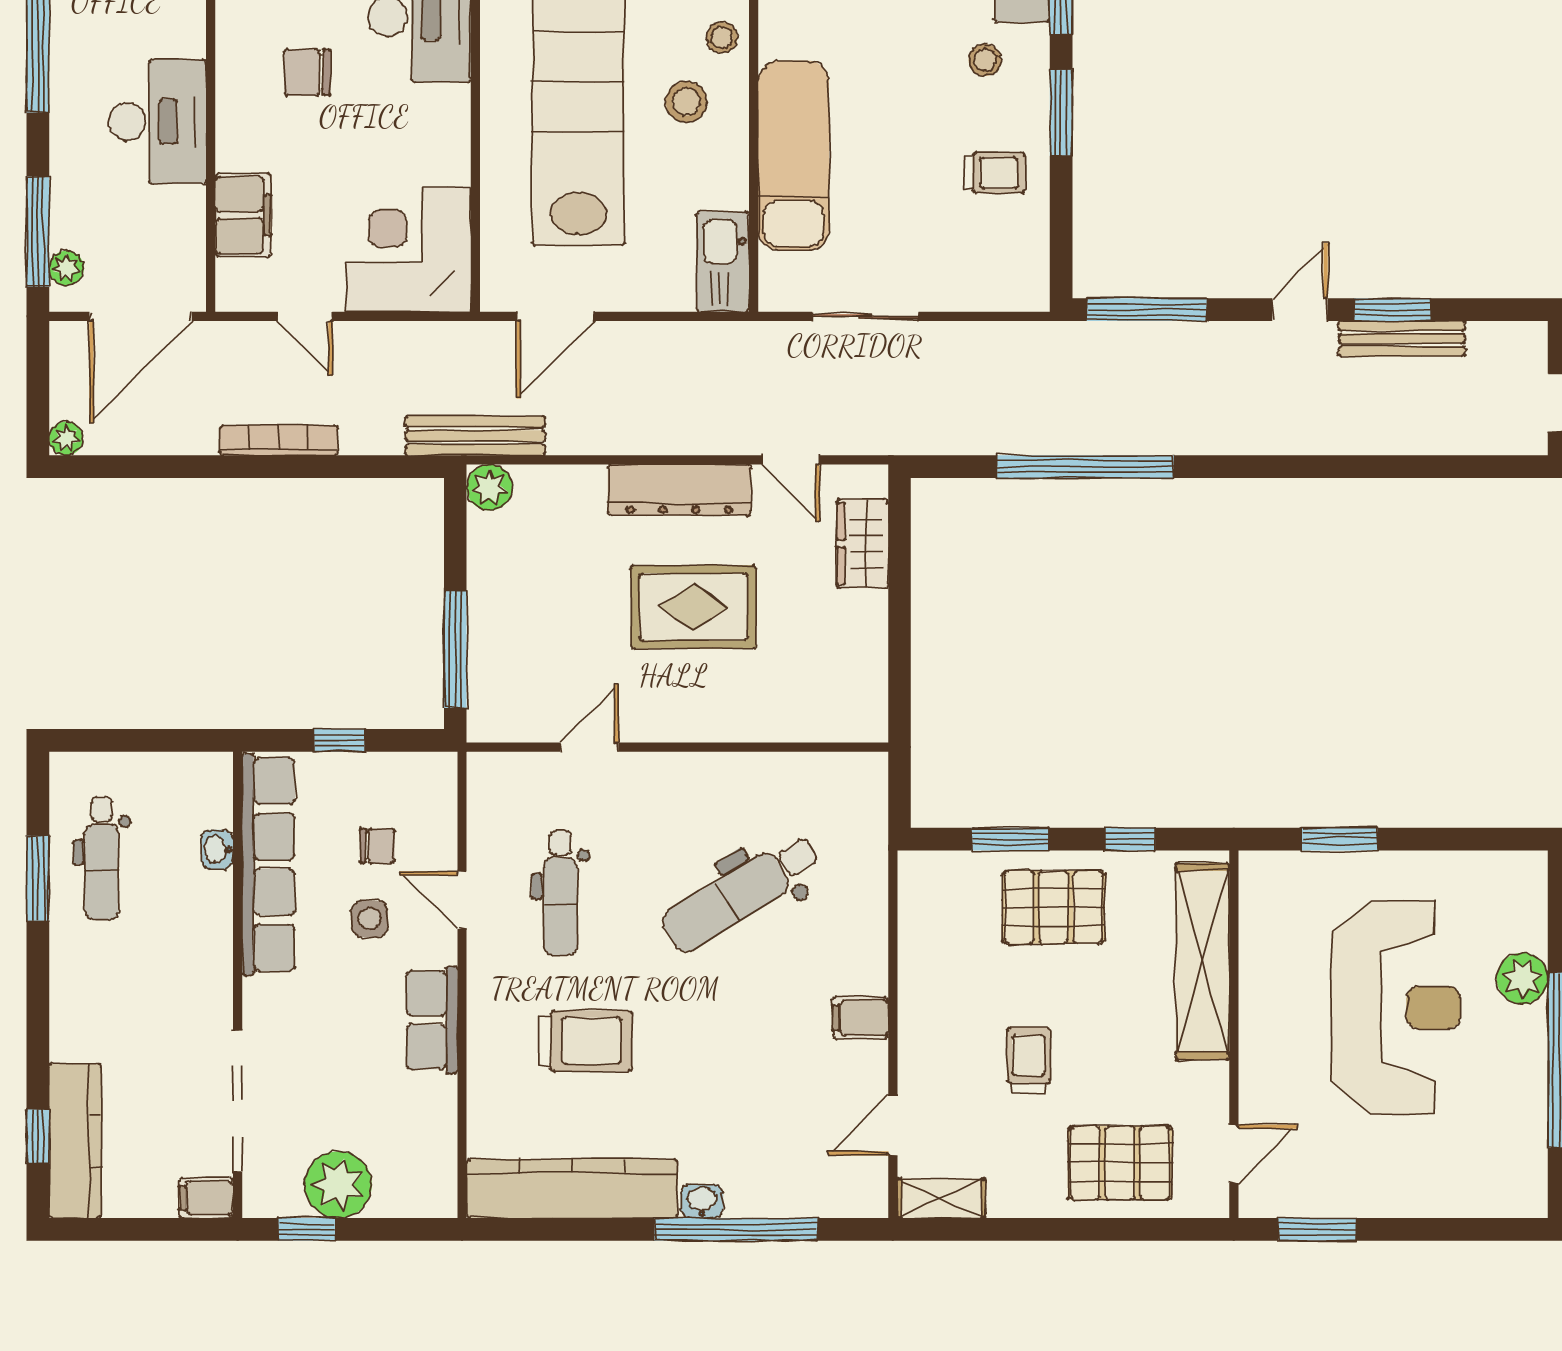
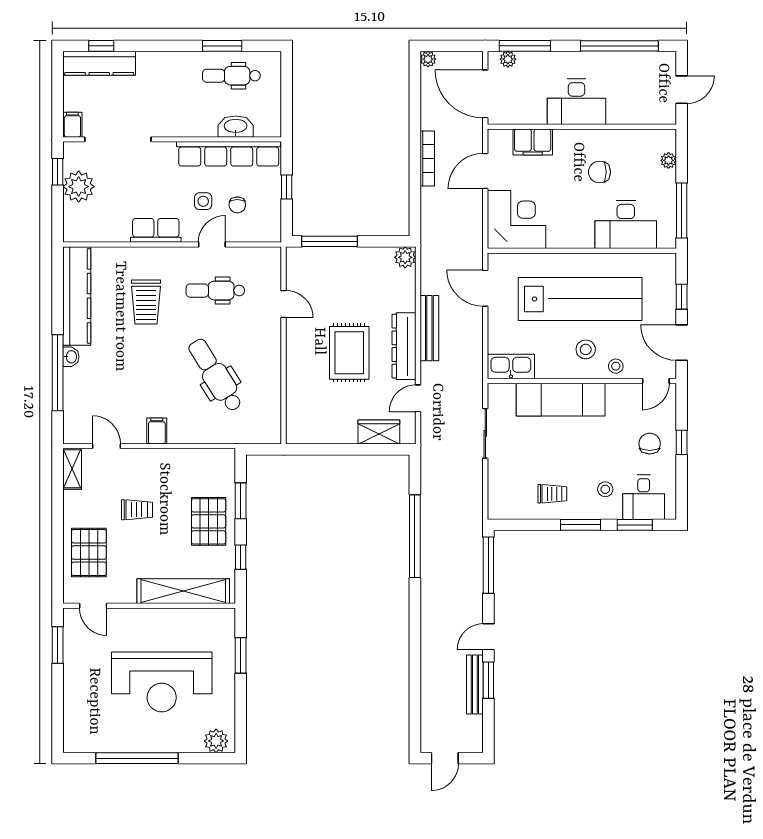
chair: (307, 73) -> (599, 172), turned -90
trolley: (995, 173) -> (552, 494), turned -90
door: (1300, 310) -> (488, 637), swing flipped
door: (305, 316) -> (485, 171), width x1.38
bench: (475, 436) -> (429, 328), moved
washbasin: (217, 850) -> (236, 127), width x1.91, depth x1.45
plant: (1522, 978) -> (216, 741), moved

